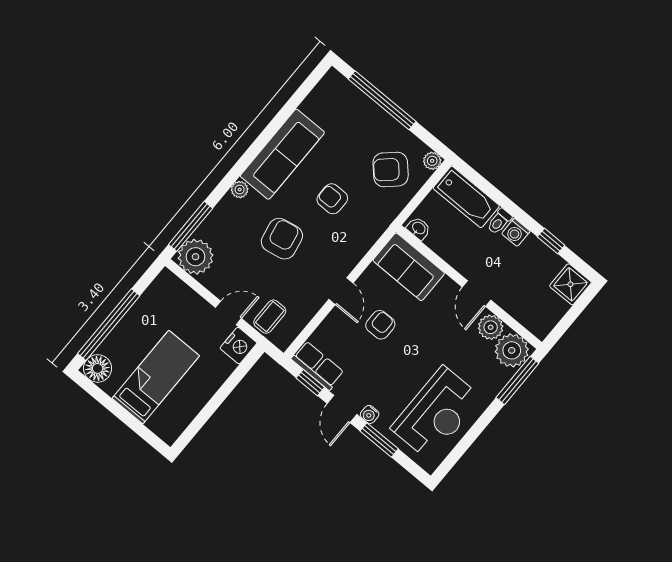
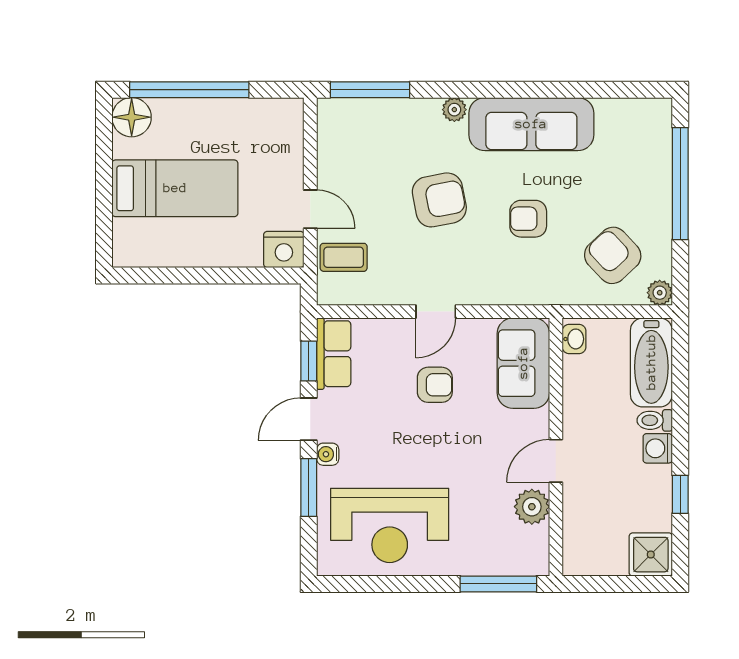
armchair: (332, 199) -> (528, 219), turned -90
plant: (196, 257) -> (342, 123), removed
plant: (512, 350) -> (526, 551), removed

